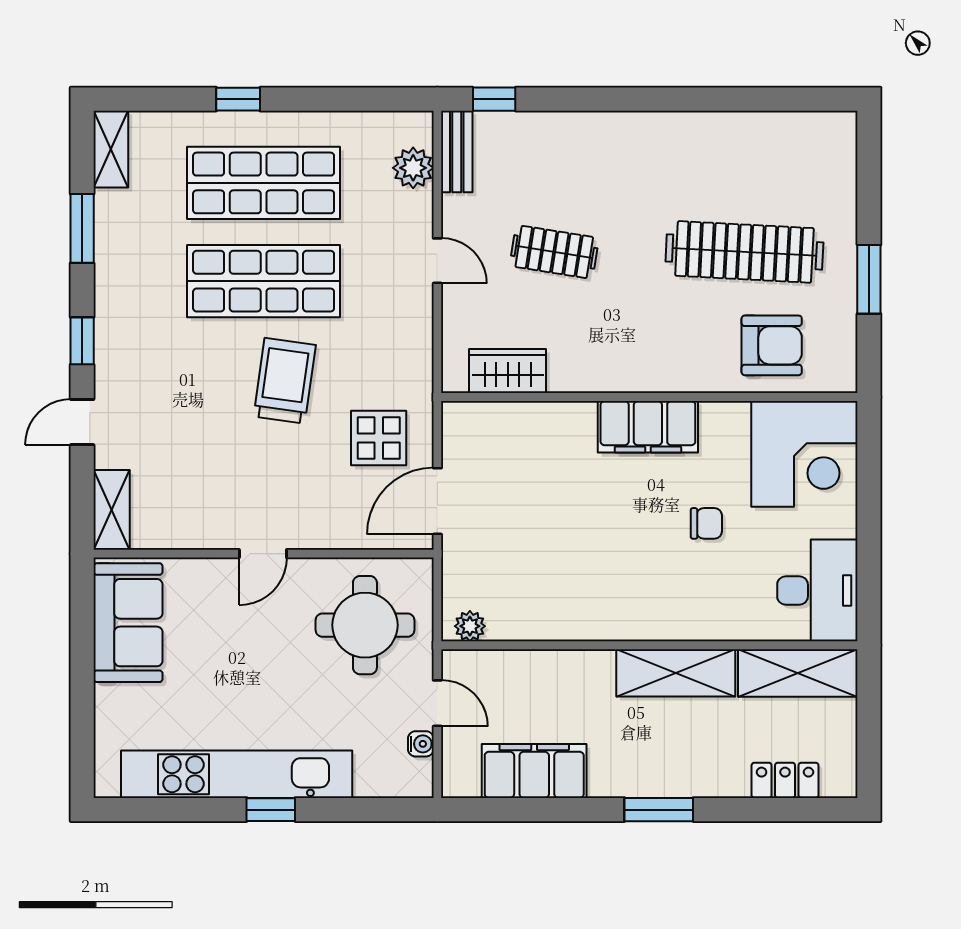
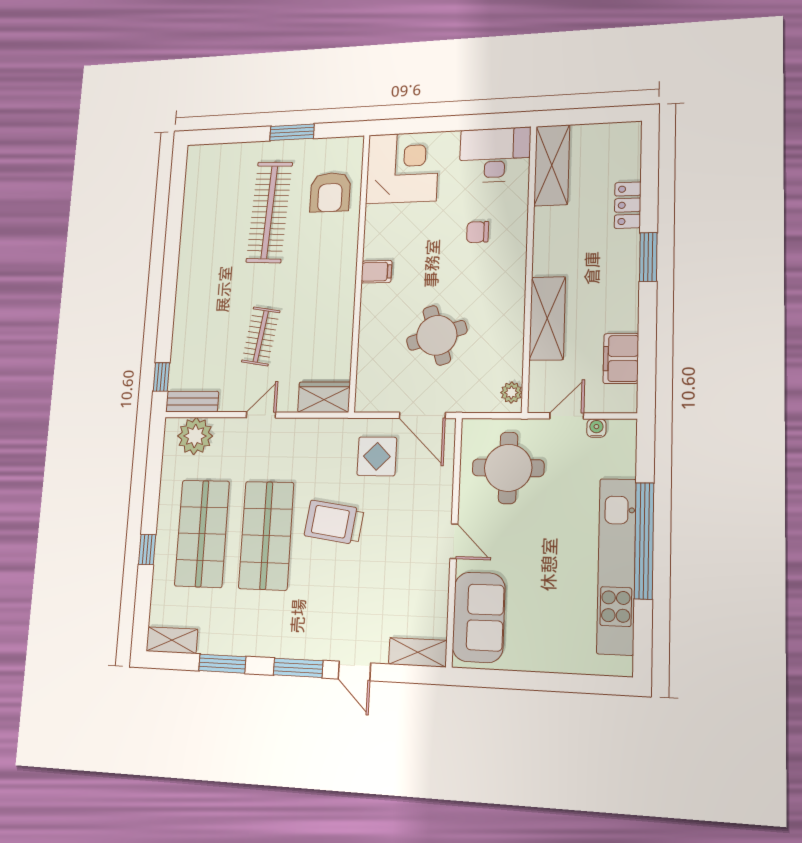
plant: (413, 168) -> (195, 436), width x1.36, depth x1.36
window: (82, 341) -> (298, 668), width x1.50
armchair: (772, 345) -> (330, 192), turned 180
wardrobe: (508, 371) -> (324, 397), moved, turned 90
filing cabinet: (648, 427) -> (376, 272), width x0.33, depth x0.86
round table: (552, 517) -> (437, 335), added
chair: (706, 523) -> (478, 232), moved, turned -90
sofa: (128, 623) -> (479, 617), moved, turned 90
shelving: (676, 673) -> (547, 318), moved
filing cabinet: (534, 771) -> (621, 358), width x0.67, depth x0.86
locker: (785, 780) -> (628, 205), moved
window: (271, 810) -> (644, 541), width x3.17

